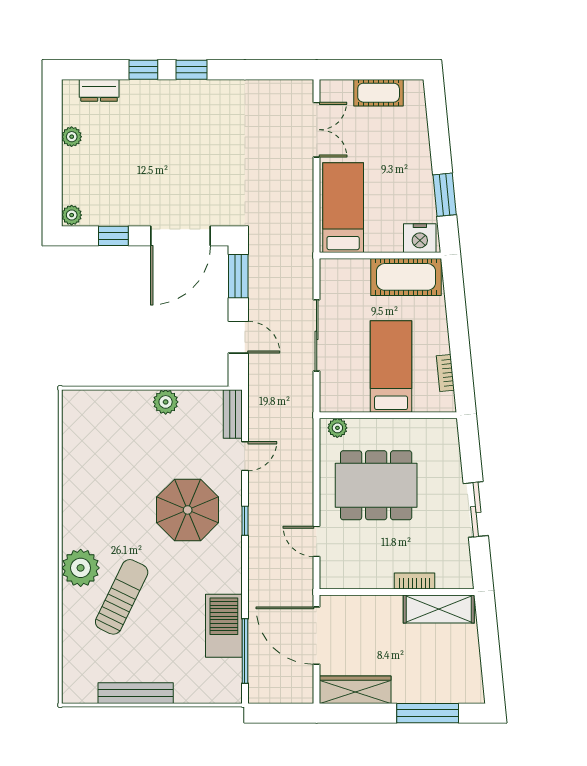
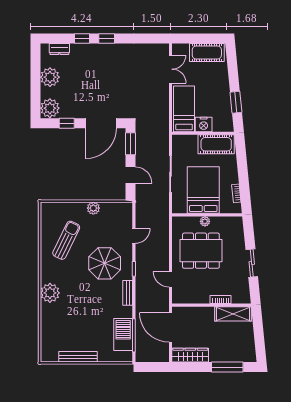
cot: (379, 93) -> (207, 52), width x1.37, depth x1.34
plant: (72, 137) -> (50, 77), width x1.88, depth x1.88
plant: (72, 215) -> (50, 108), width x1.87, depth x1.87
nightstand: (420, 238) -> (204, 124), moved
bed: (391, 366) -> (203, 190), width x1.50
bench: (233, 414) -> (128, 293), moved
plant: (337, 428) -> (205, 221), moved
sun lounger: (122, 597) -> (66, 240), moved
barbecue: (224, 626) -> (123, 335), moved

